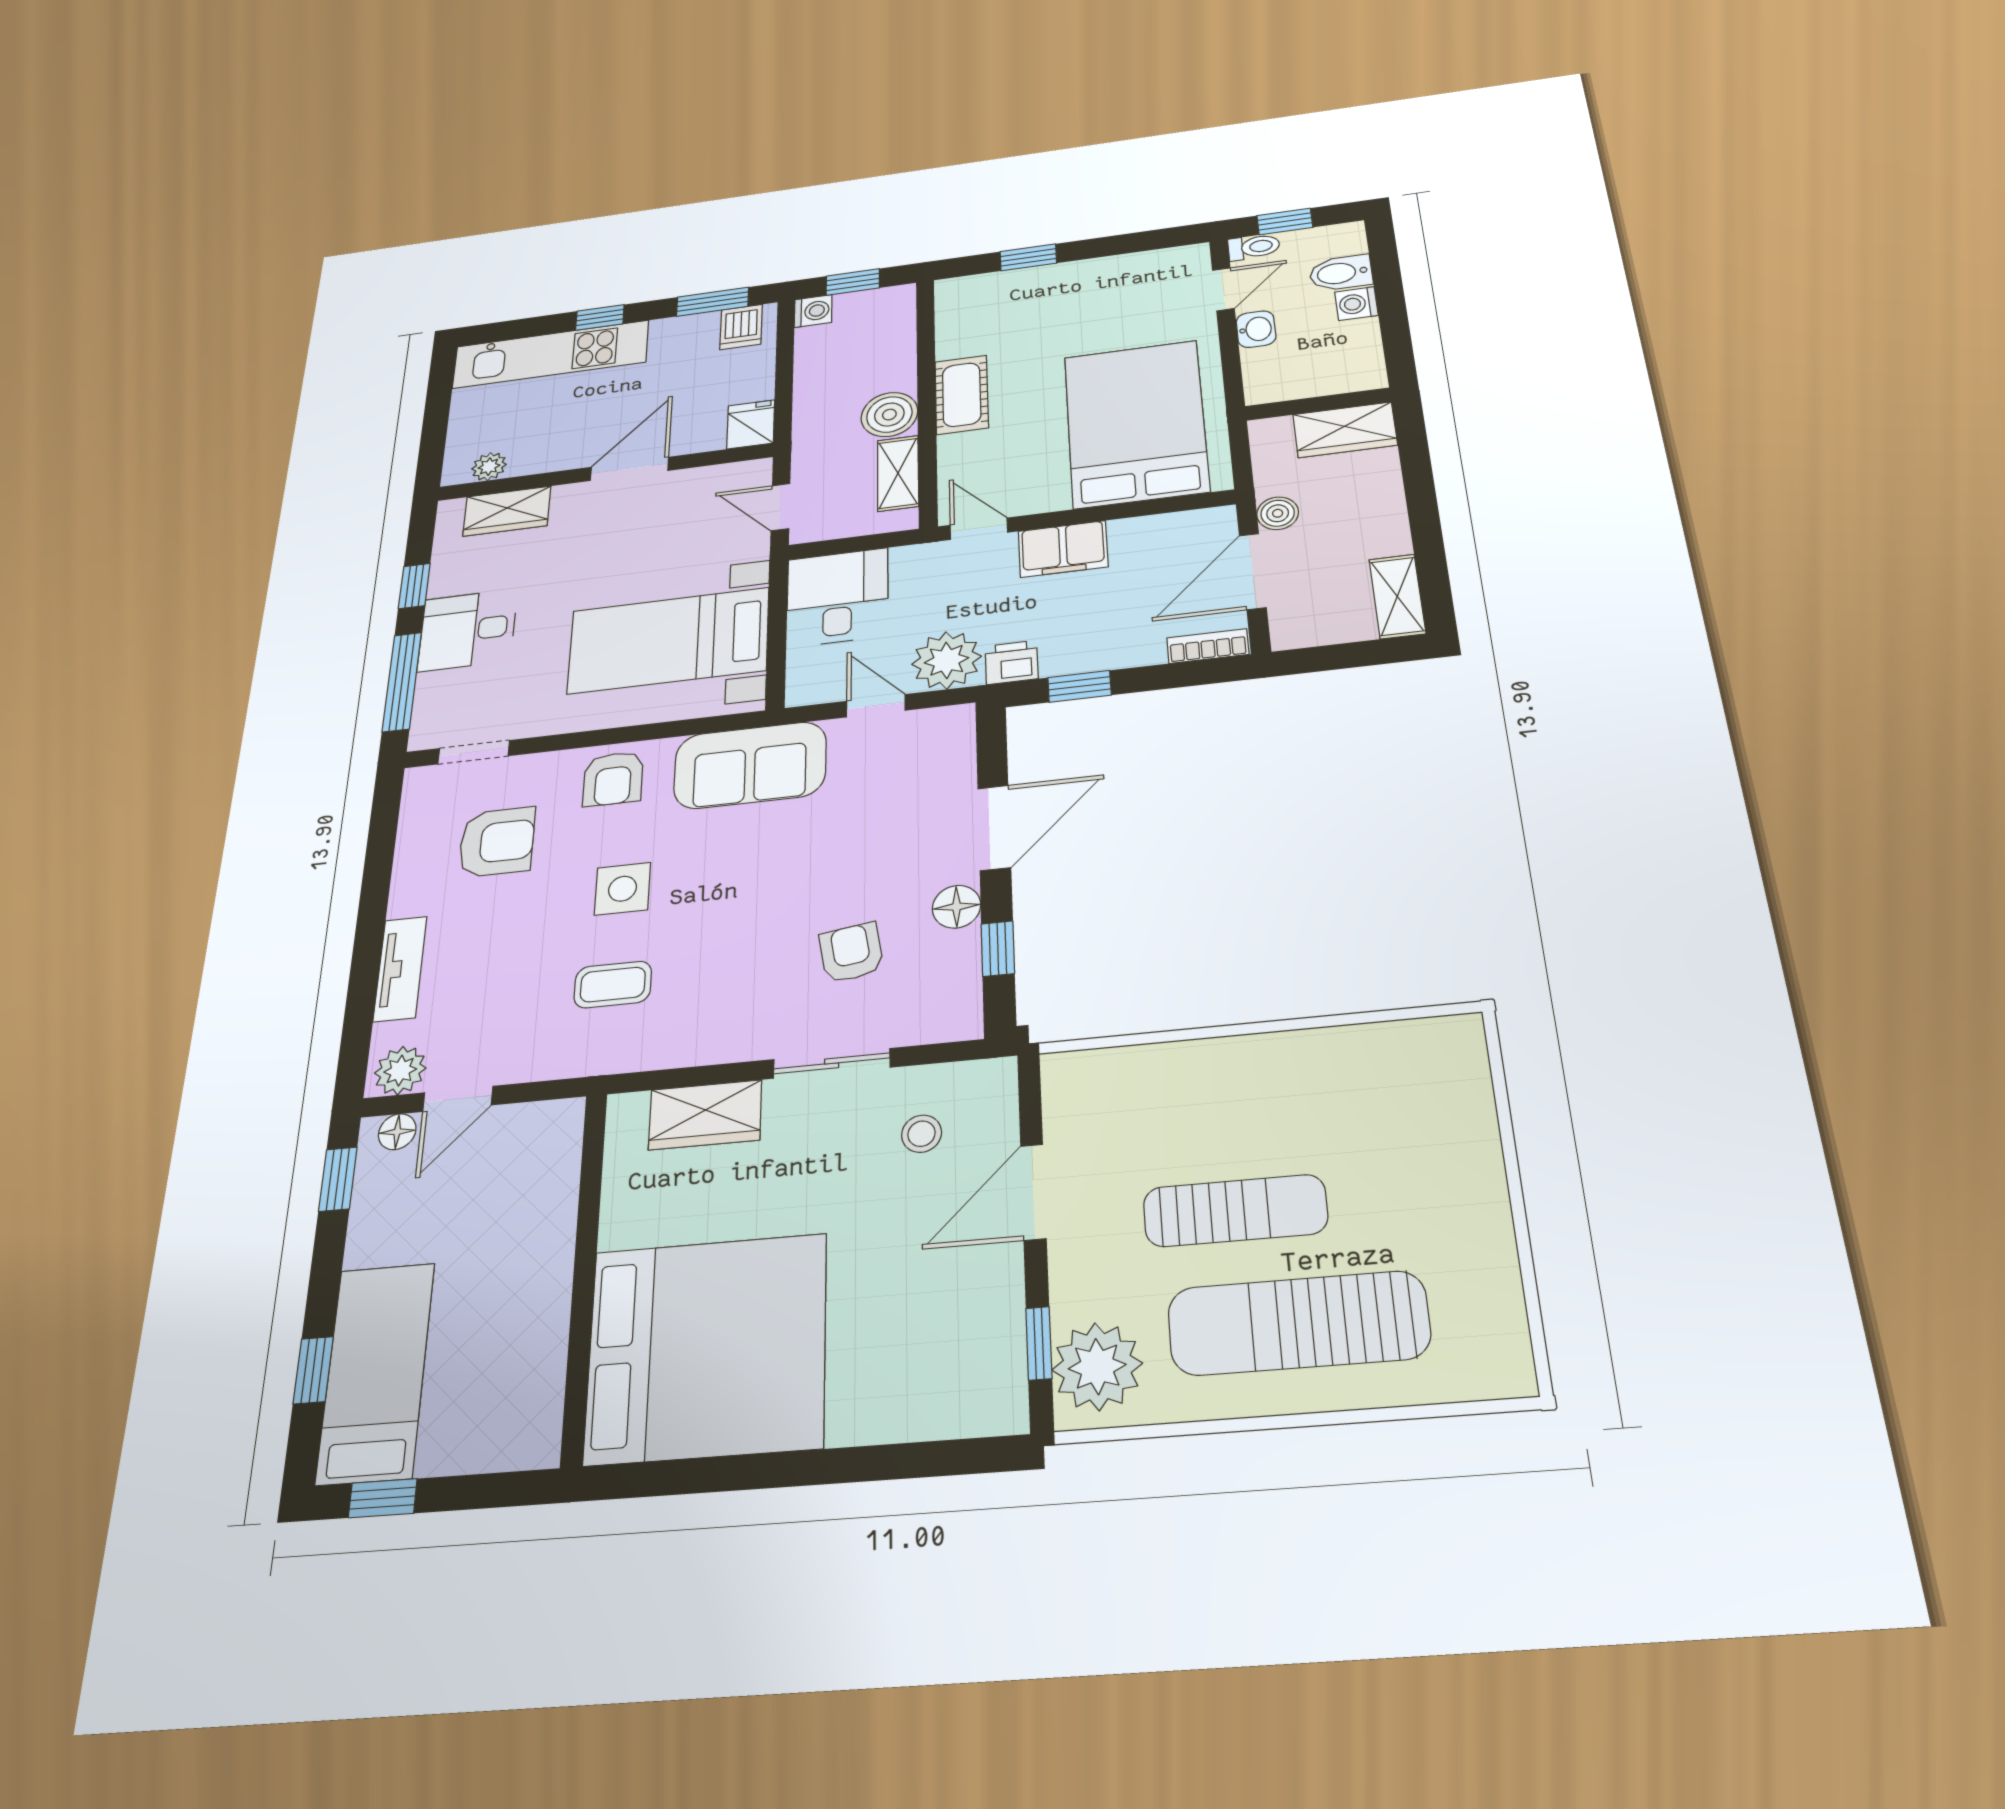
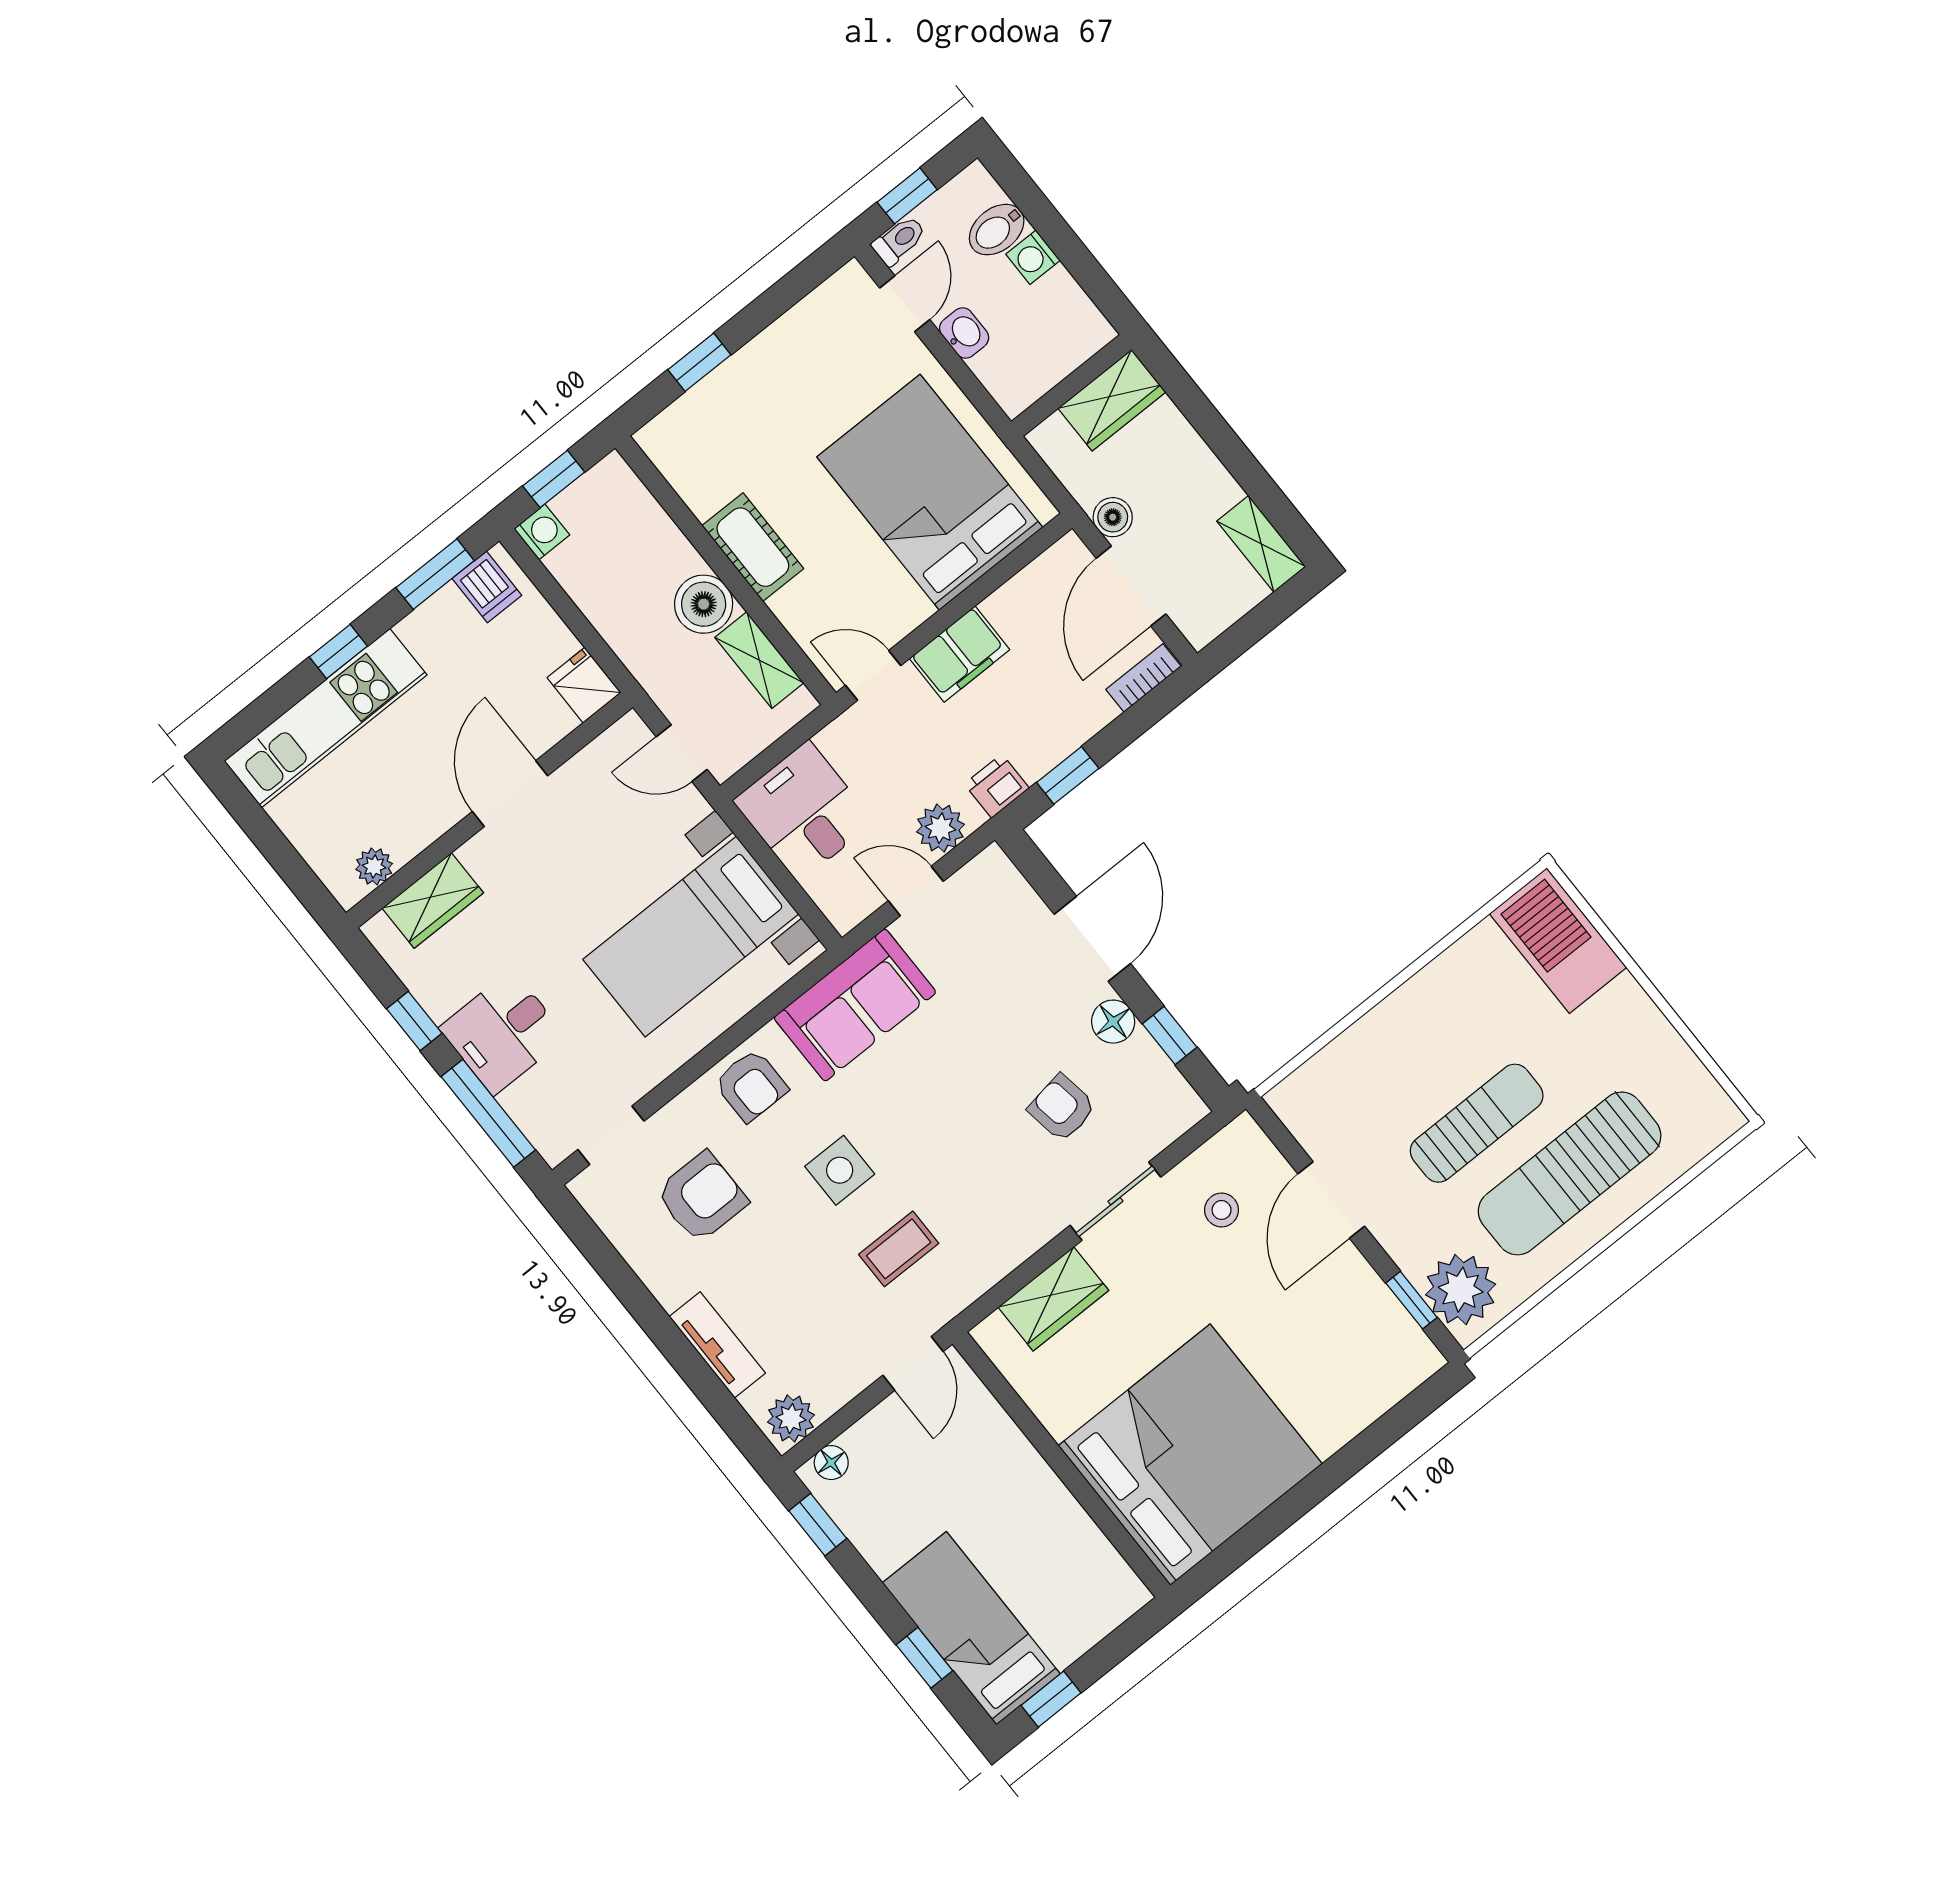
plant: (946, 660) -> (940, 828), width x0.73, depth x0.73
barbecue: (1447, 1086) -> (1558, 941), added
door: (458, 1099) -> (913, 1363), moved

